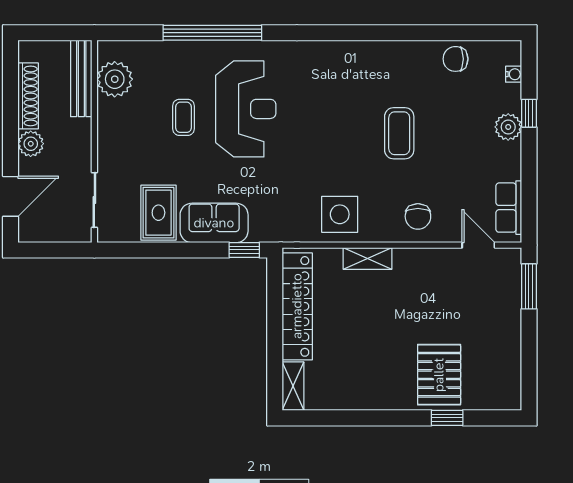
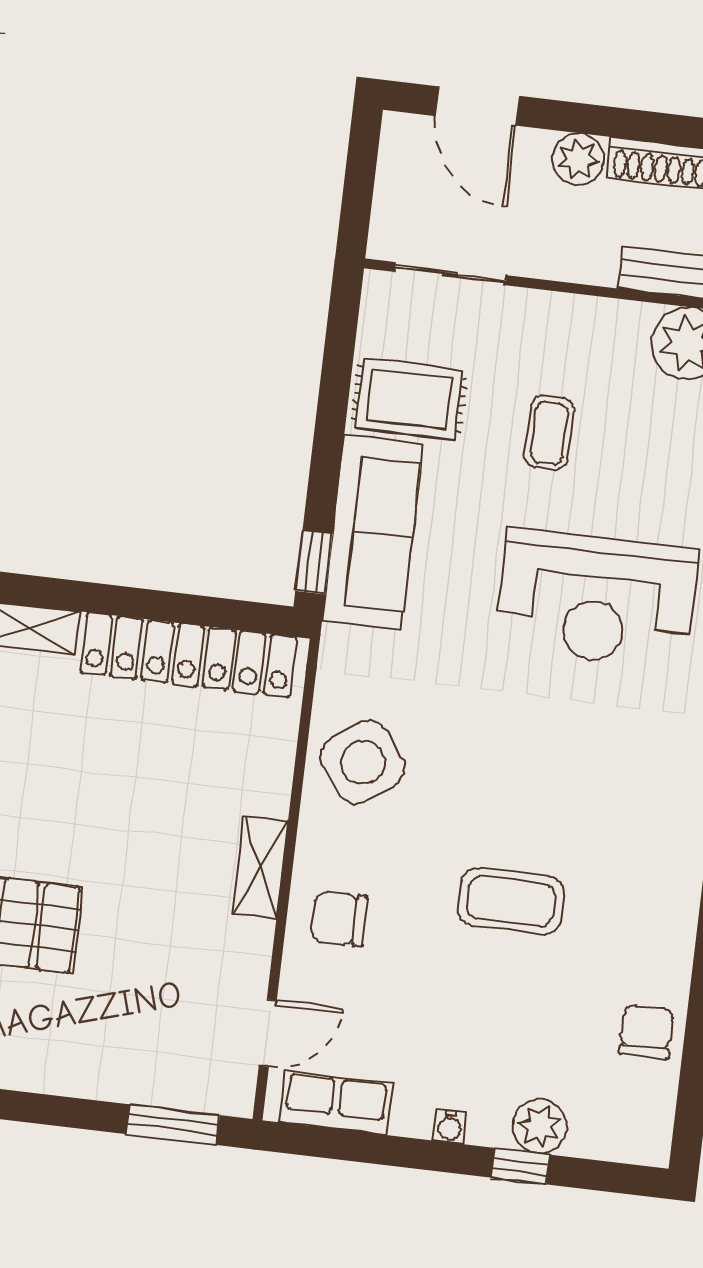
water cooler: (514, 74) -> (450, 1126), moved
coffee table: (183, 117) -> (549, 433), moved, turned 90
plant: (508, 127) -> (540, 1126), moved
side table: (340, 214) -> (363, 762), turned -36
sofa: (214, 223) -> (373, 533), width x1.36
shelving: (367, 258) -> (260, 867), moved

